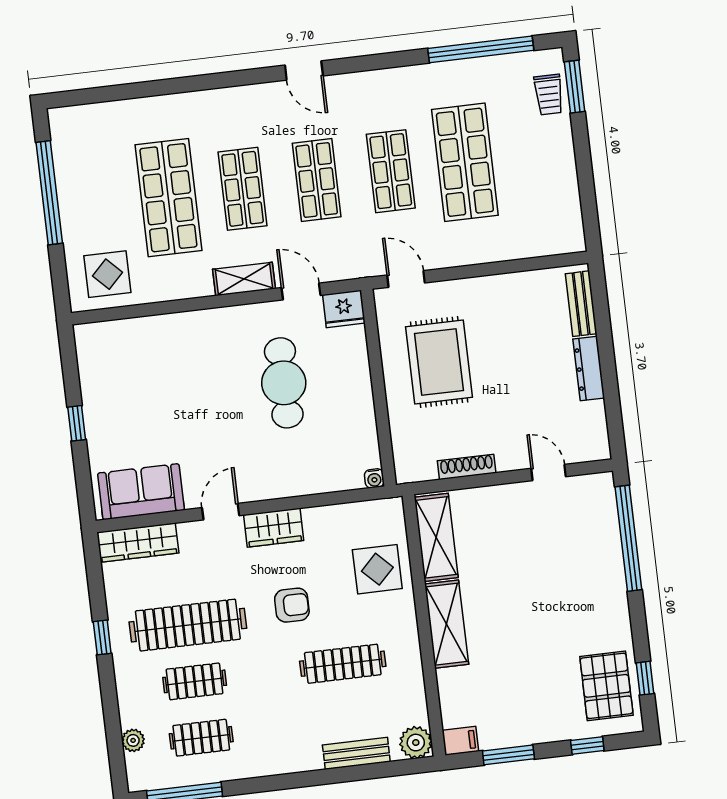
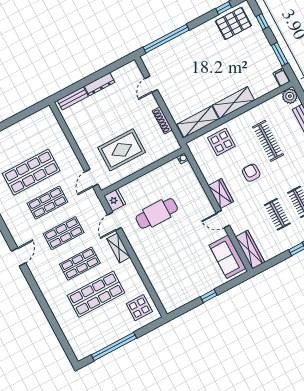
clothes rail: (188, 625) -> (277, 214), width x0.54, depth x0.76

